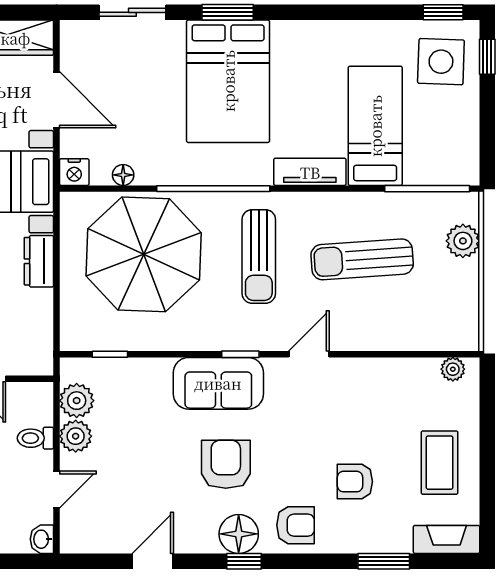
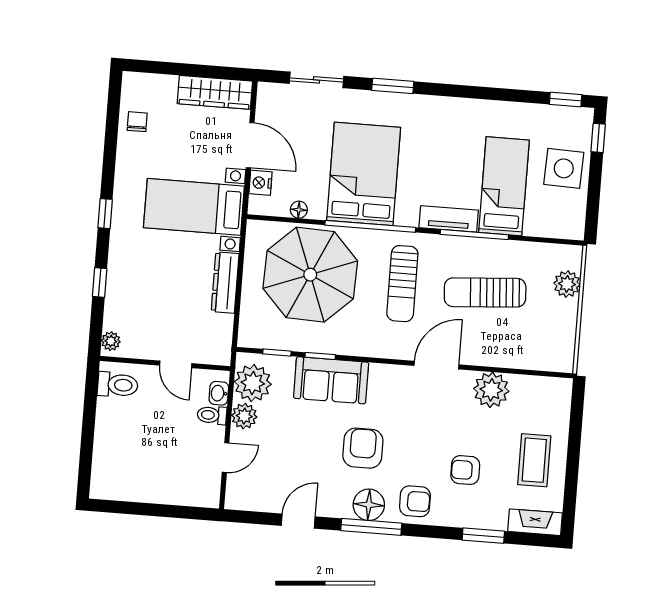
side table: (441, 62) -> (564, 168), moved
bed: (228, 81) -> (364, 174), moved, turned 180
nightstand: (74, 172) -> (261, 183), moved, turned 90
window: (427, 189) -> (474, 235), moved
dresser: (39, 261) -> (225, 283), width x1.44
window: (240, 354) -> (320, 356), moved
door: (309, 354) -> (436, 365), width x1.38
plant: (453, 369) -> (491, 390), moved, width x1.88, depth x1.88
sofa: (218, 383) -> (331, 380), moved
plant: (77, 401) -> (253, 383), width x1.36, depth x1.36
washbasin: (42, 539) -> (219, 393), moved
window: (244, 561) -> (371, 527), width x2.17

